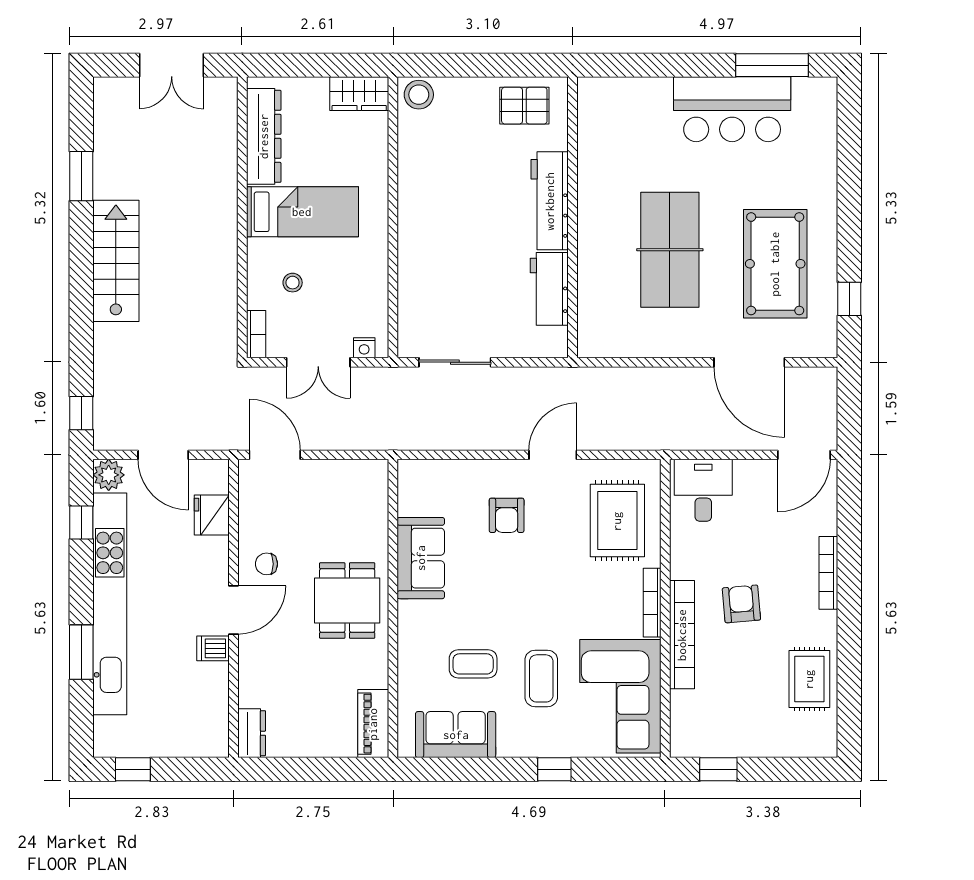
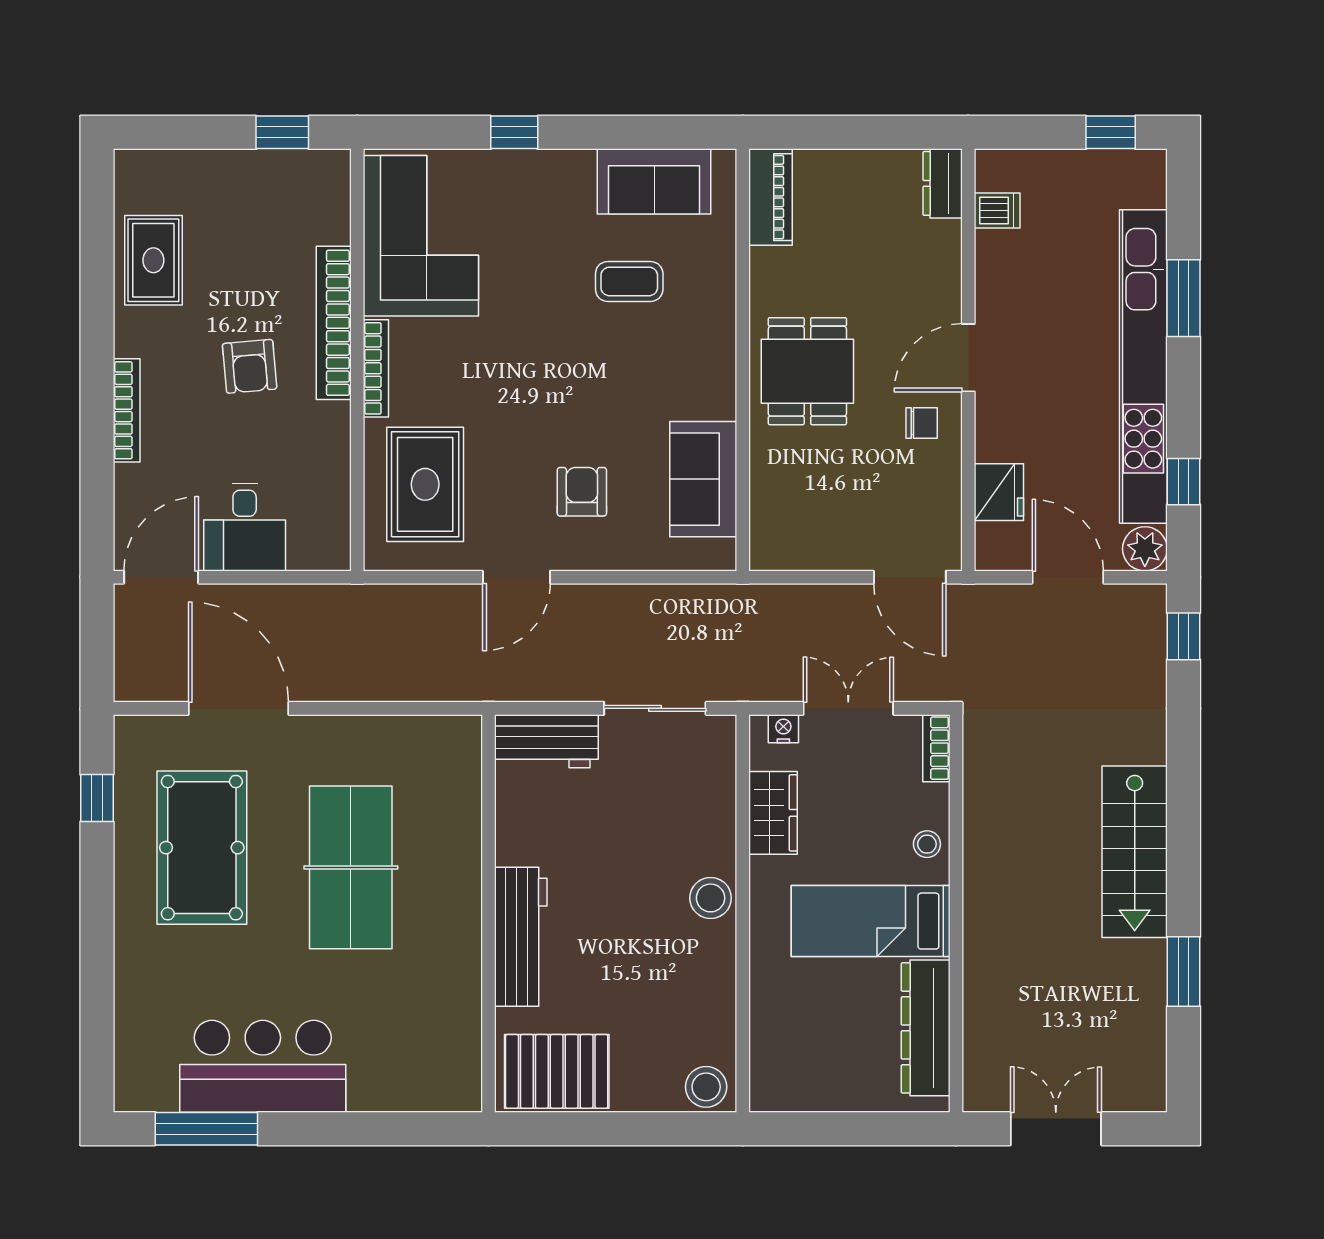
wardrobe: (359, 94) -> (773, 813), moved, turned 90
pallet: (524, 106) -> (557, 1071), width x1.50, depth x1.42
stool: (416, 228) -> (711, 898), added
stool: (293, 283) -> (927, 844), moved
workbench: (549, 289) -> (546, 741), moved, turned 90
desk: (703, 490) -> (245, 527), moved
sofa: (421, 558) -> (703, 479), moved
dishwasher: (213, 648) -> (997, 210), moved
coffee table: (541, 678) -> (533, 261), removed

